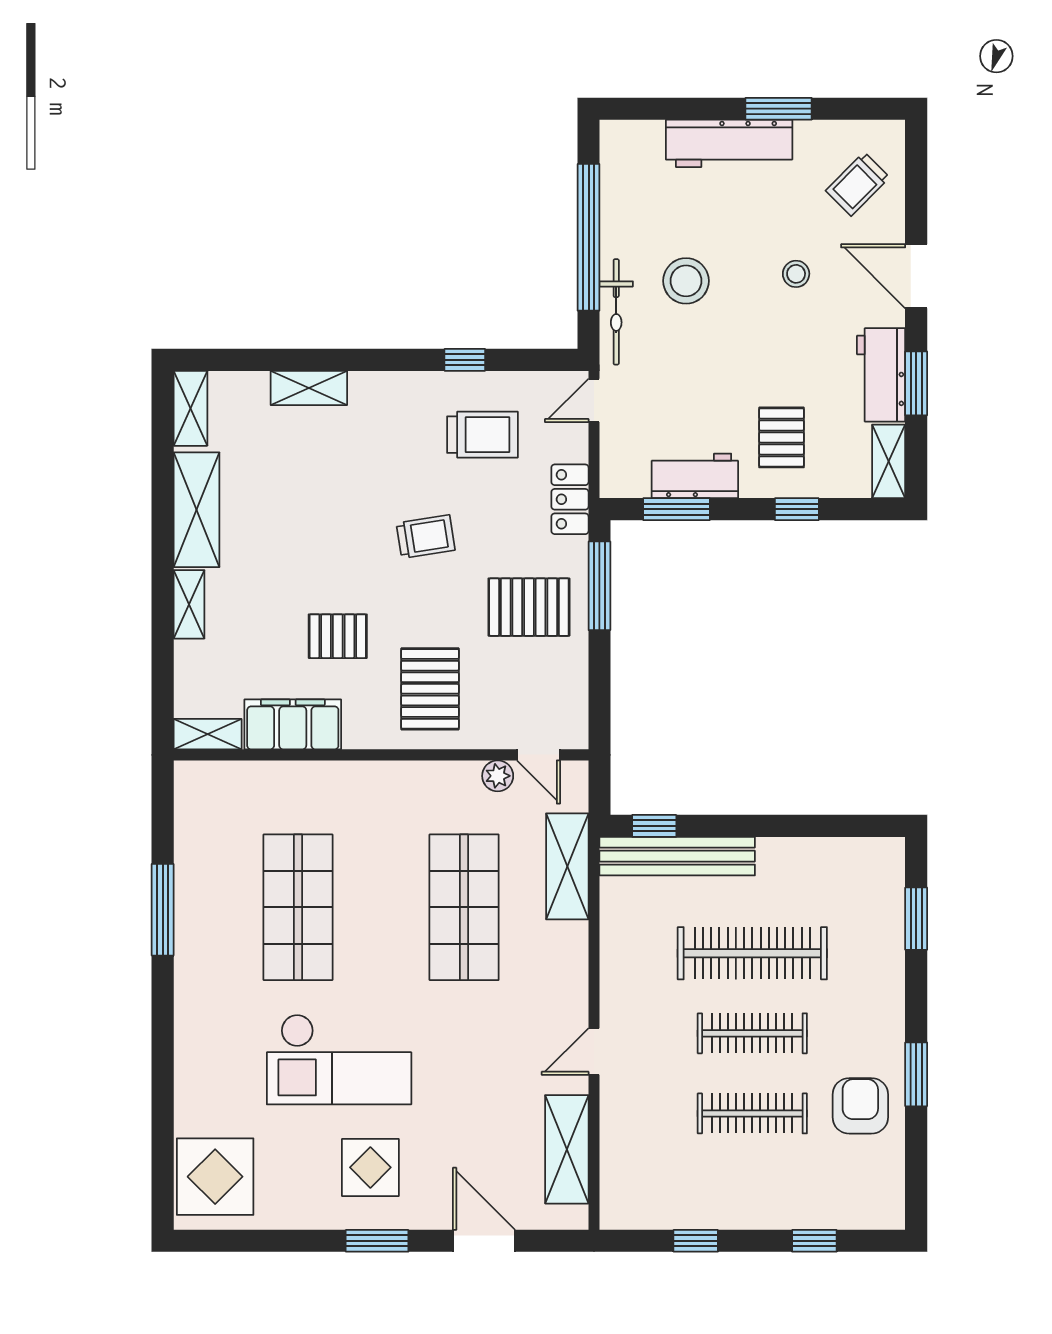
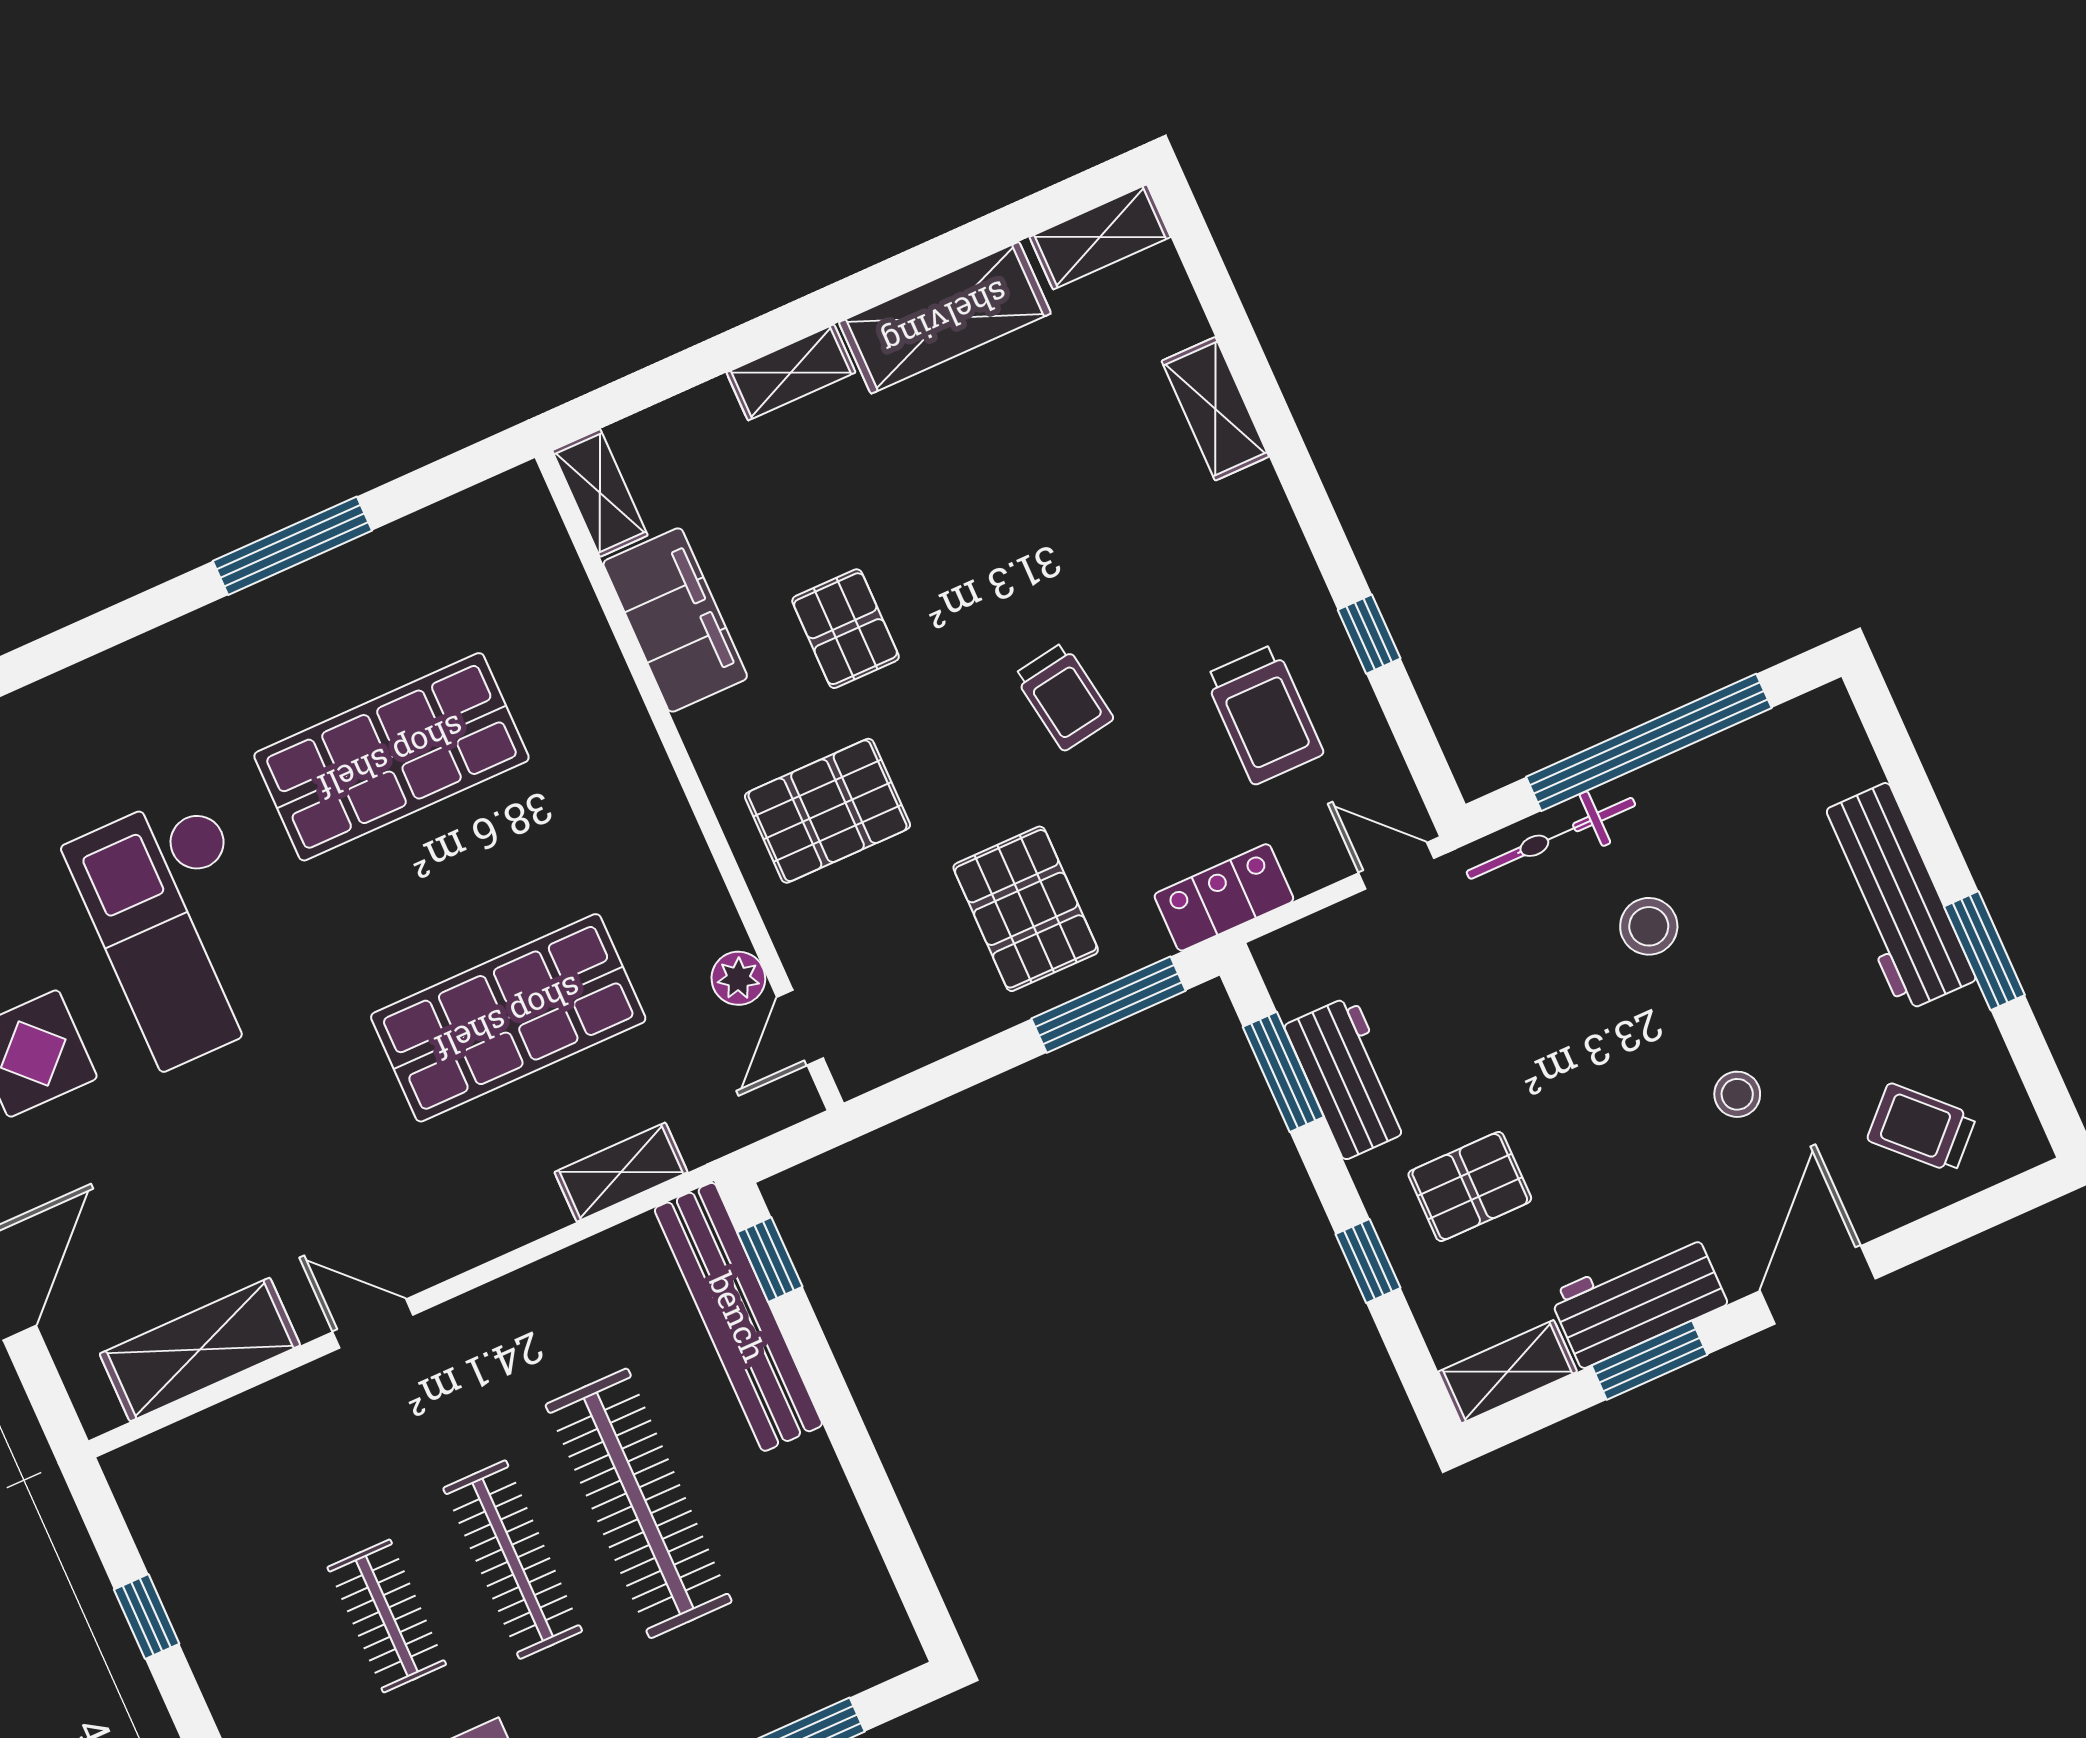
stool: (686, 281) -> (1649, 926), width x0.73, depth x0.73
shelving: (567, 866) -> (621, 1172), width x0.67, depth x0.75
clothes rail: (752, 1113) -> (387, 1616), width x0.73

